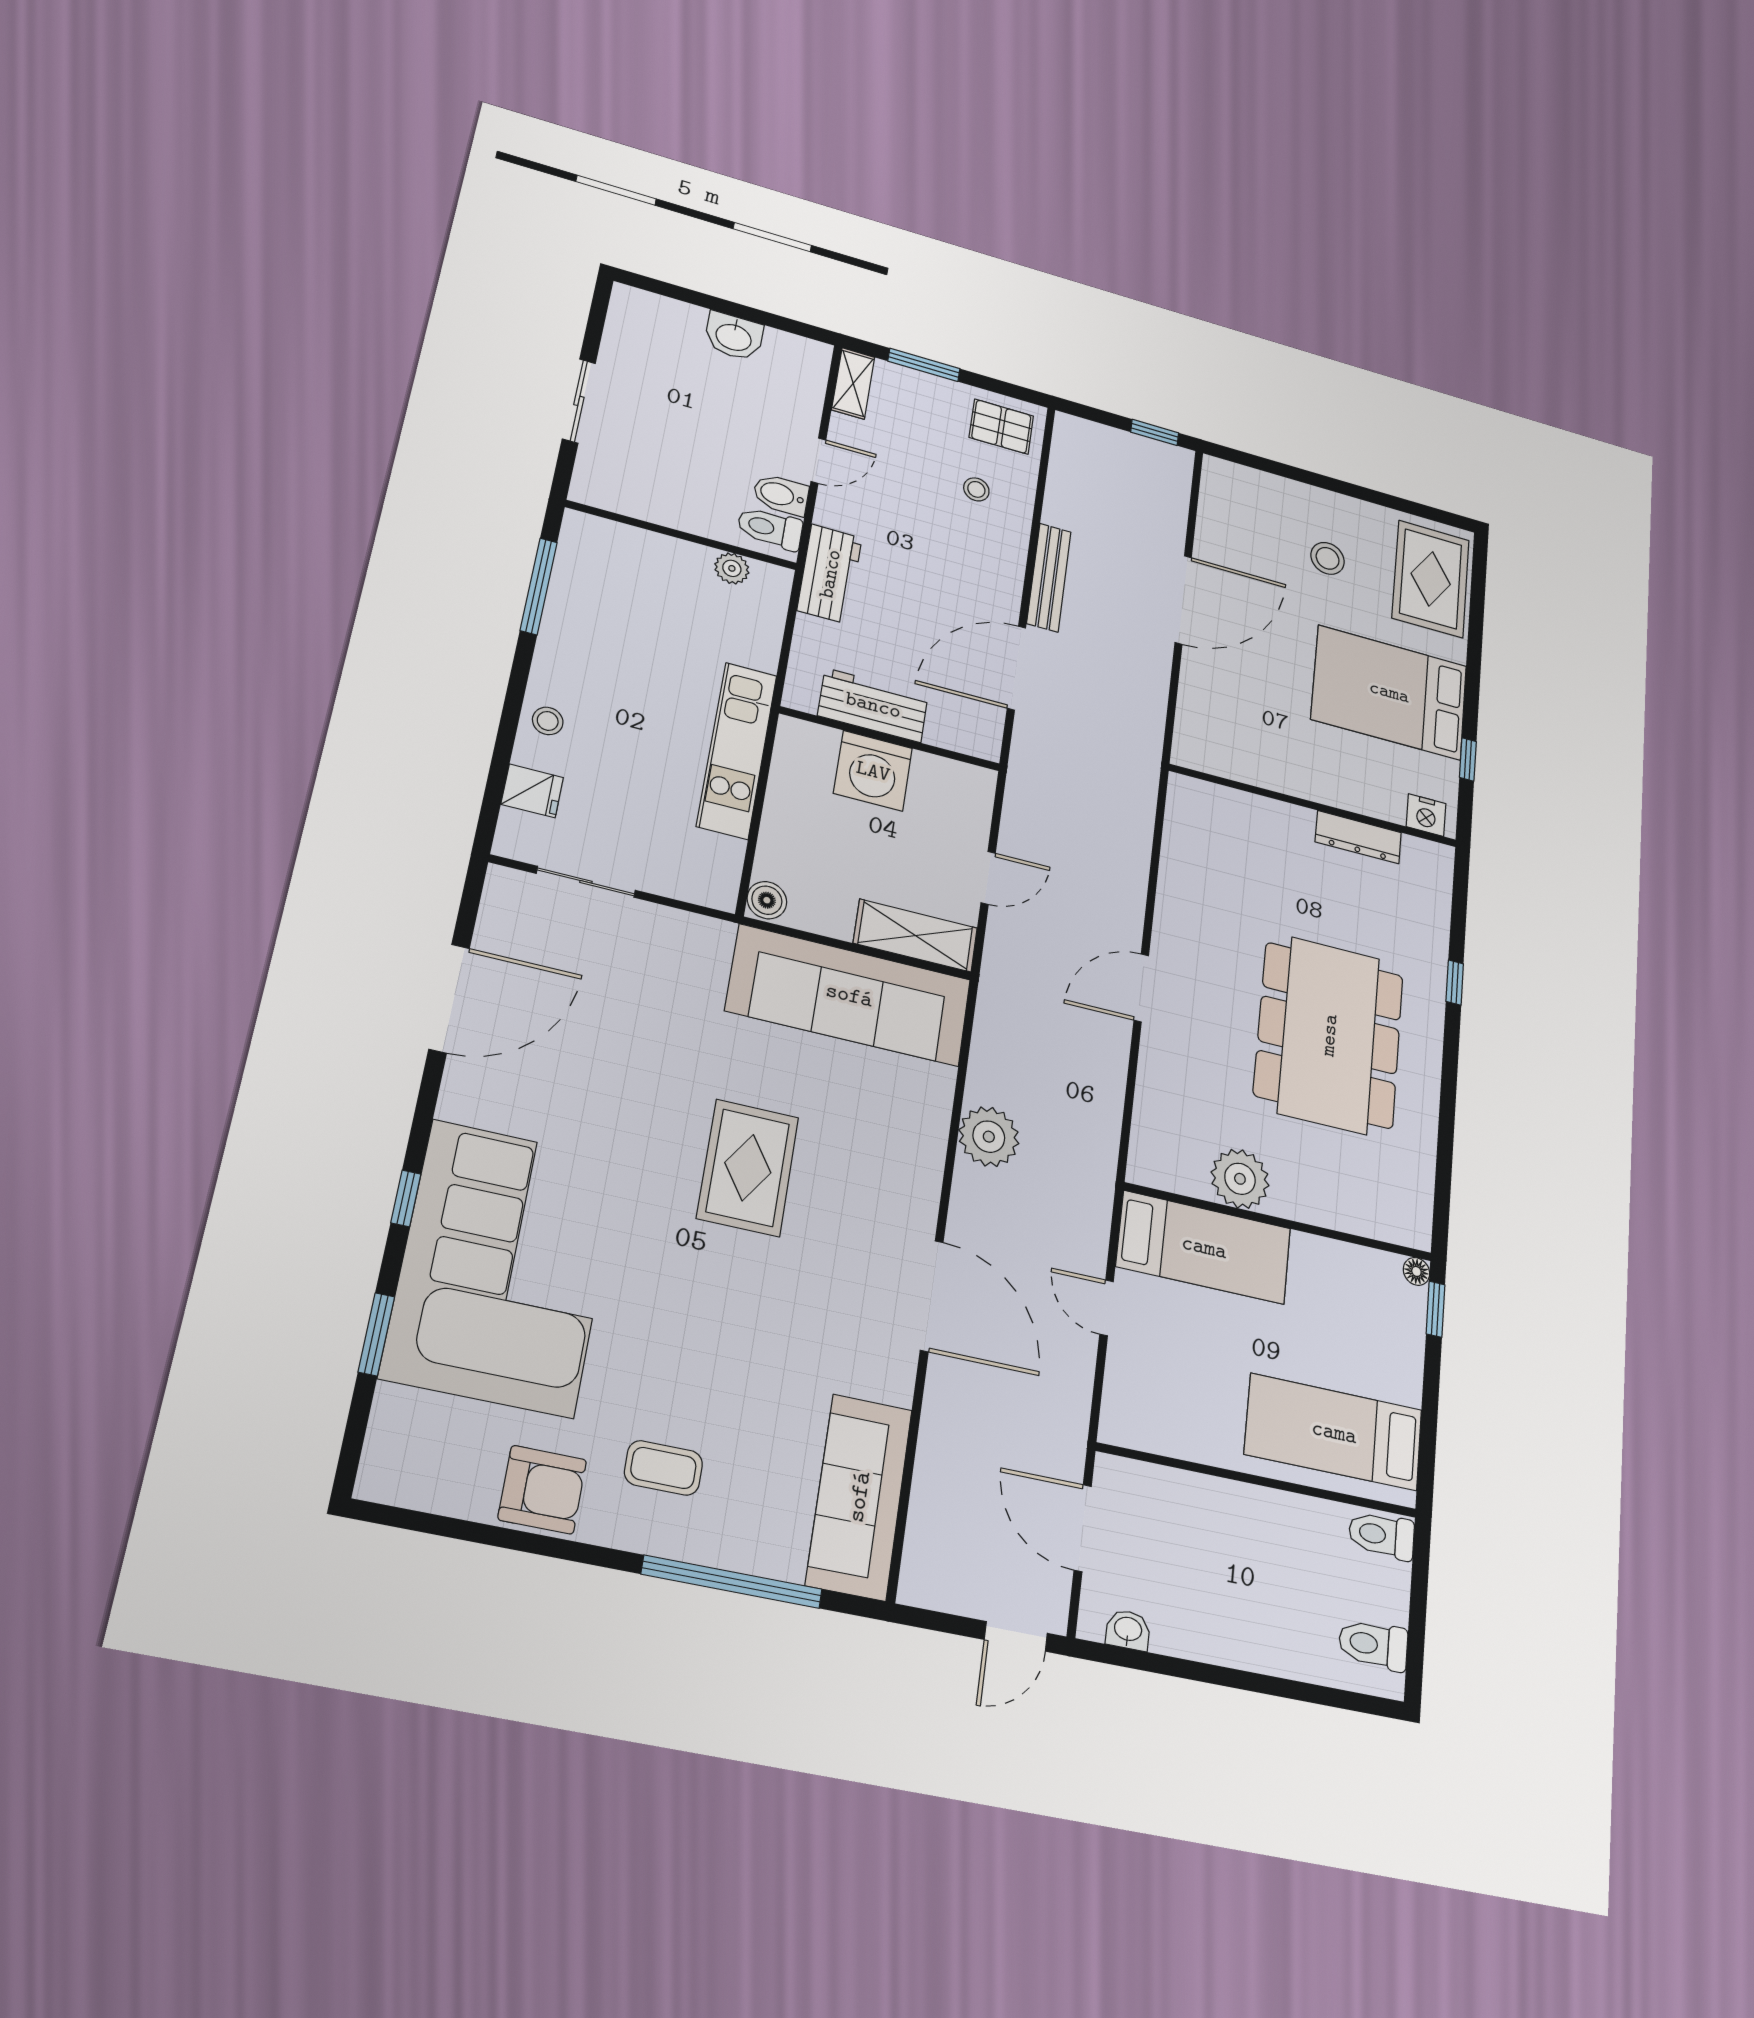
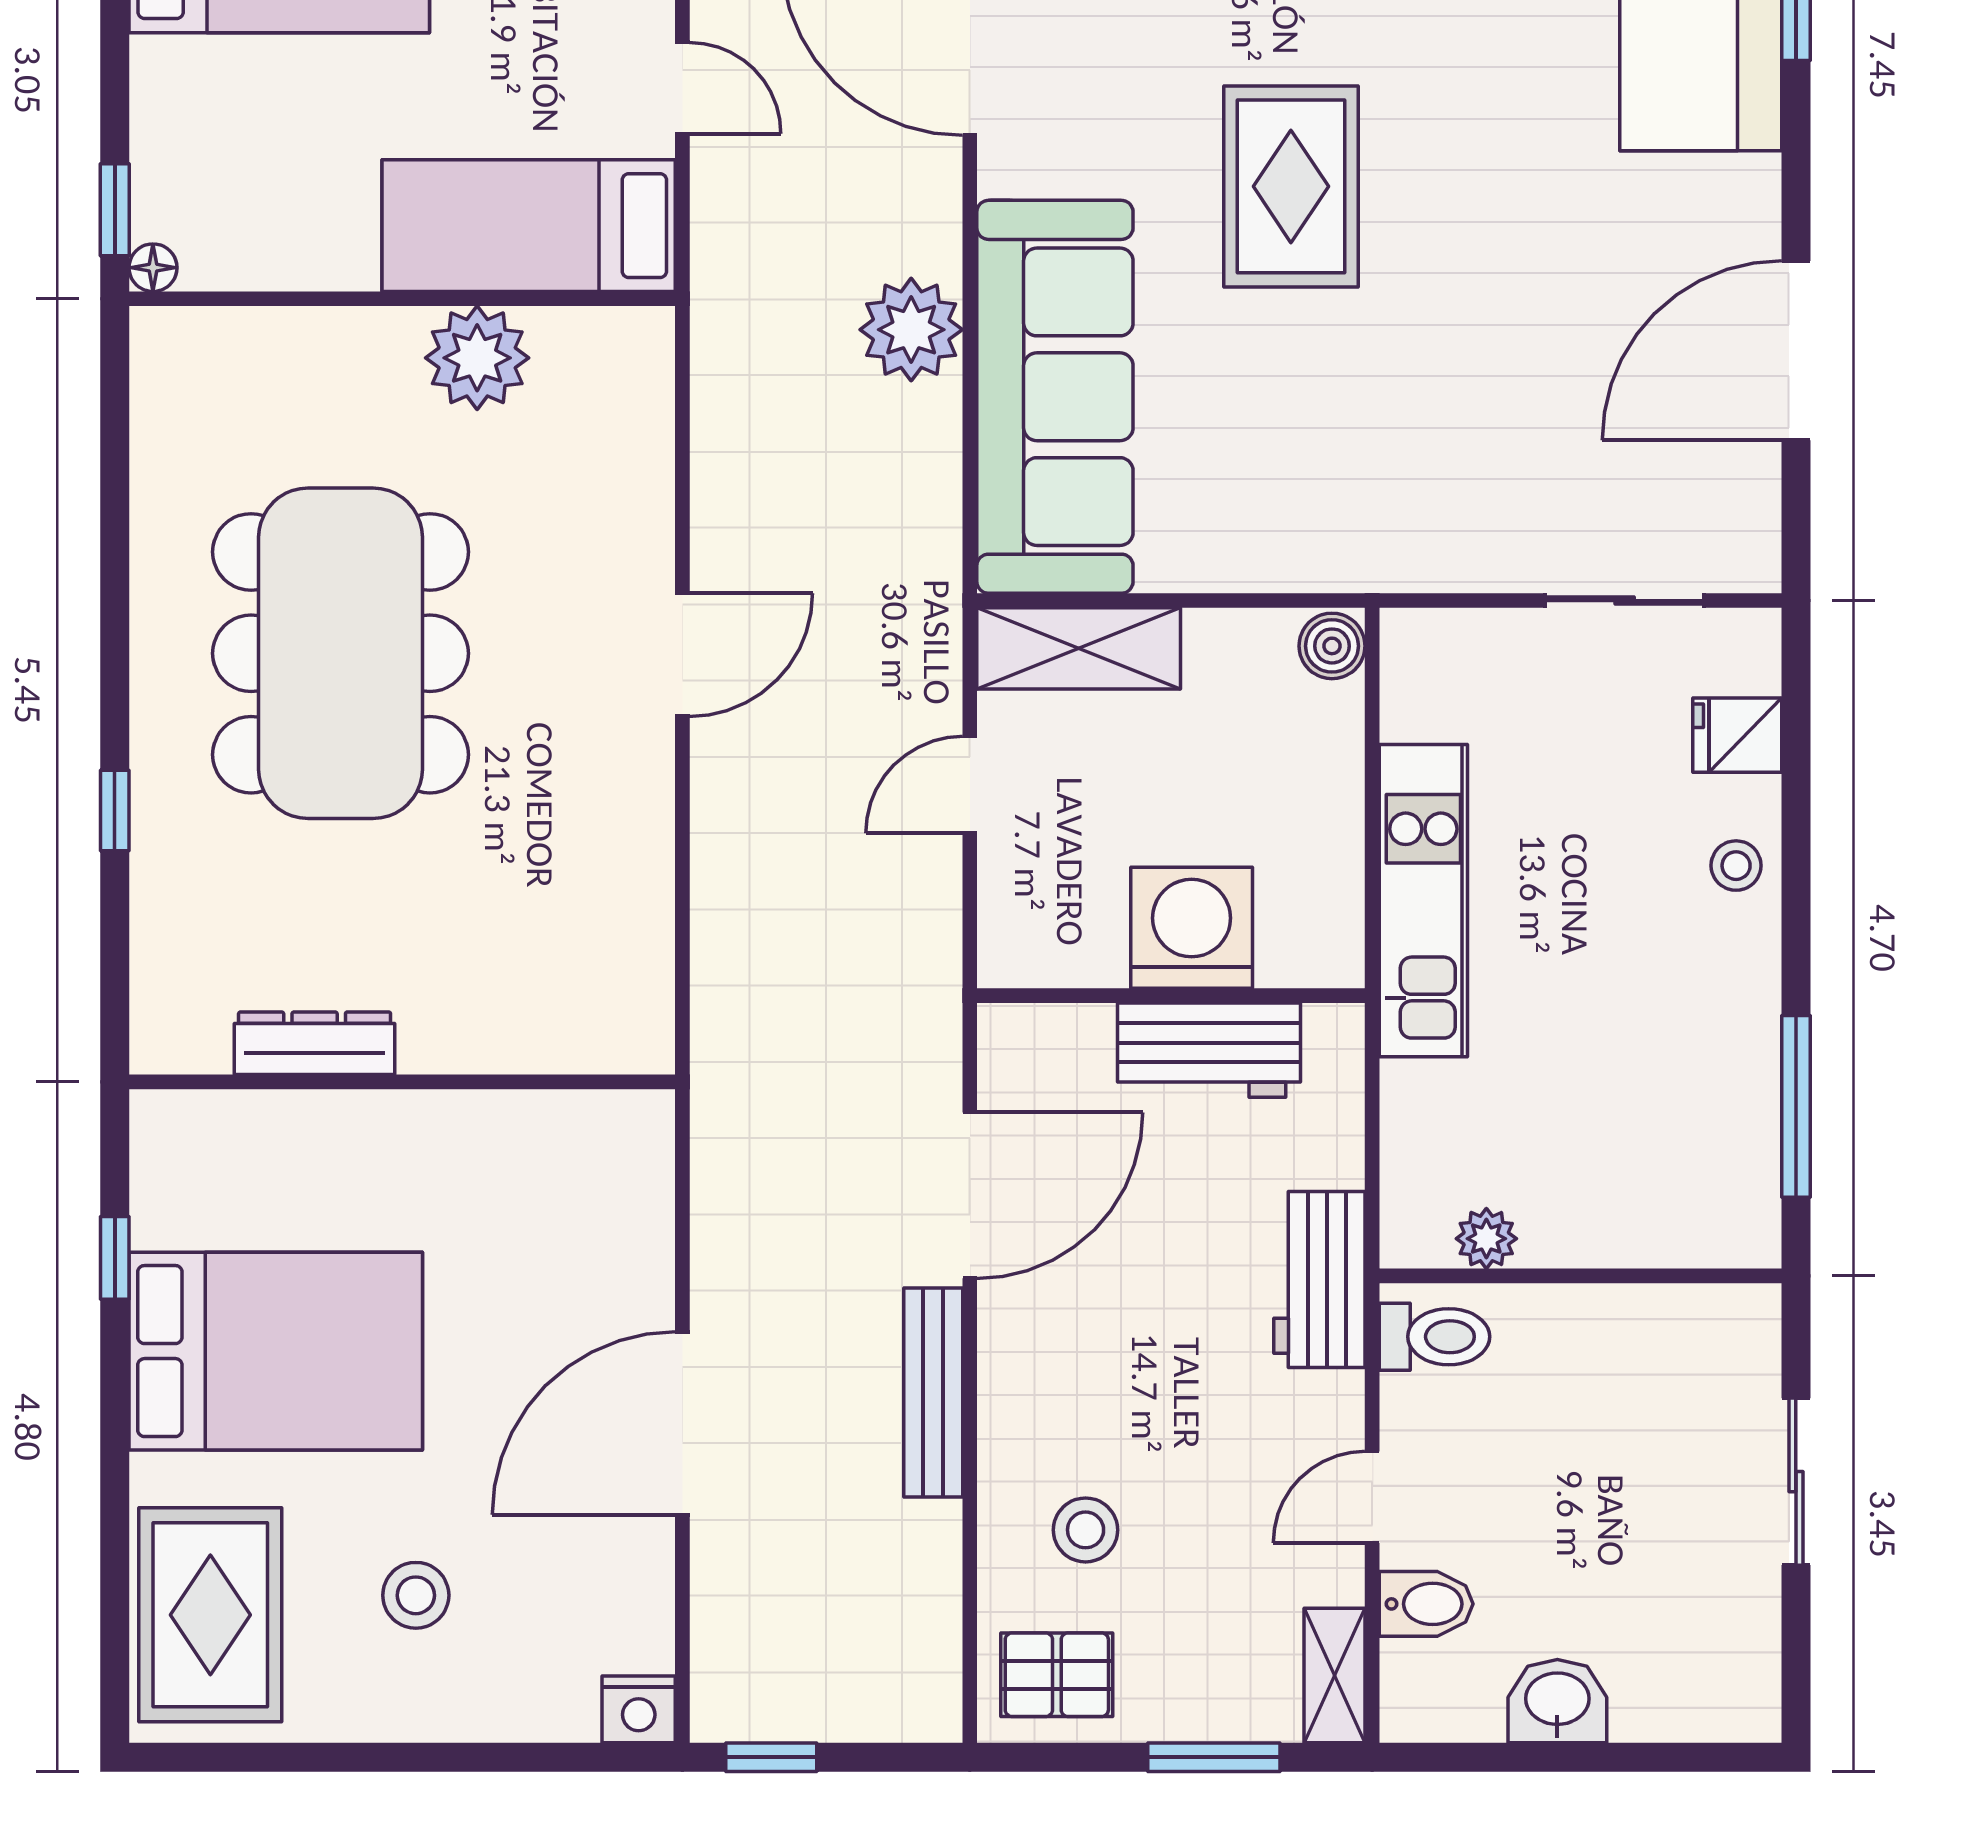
stool: (976, 489) -> (1086, 1530), width x1.37, depth x1.37
bidet: (781, 495) -> (1426, 1604), moved
nightstand: (1426, 815) -> (639, 1709), moved, turned 180
sofa: (849, 995) -> (1055, 397), moved, turned 90

